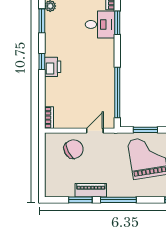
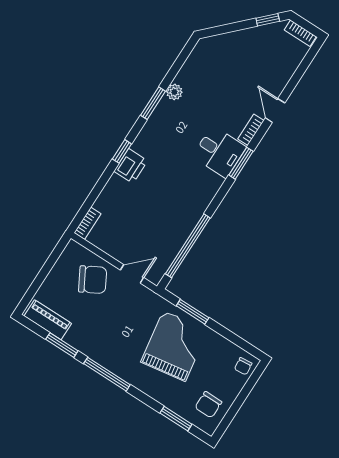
piano: (91, 190) -> (48, 320), moved

